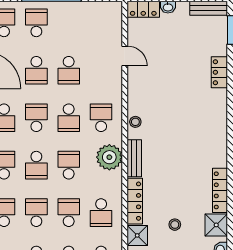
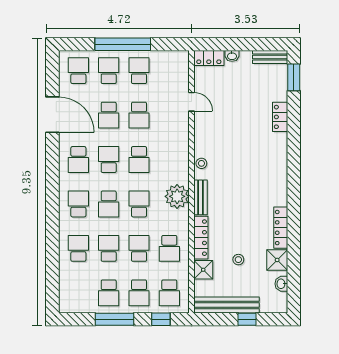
school desk: (101, 118) -> (139, 71), moved

